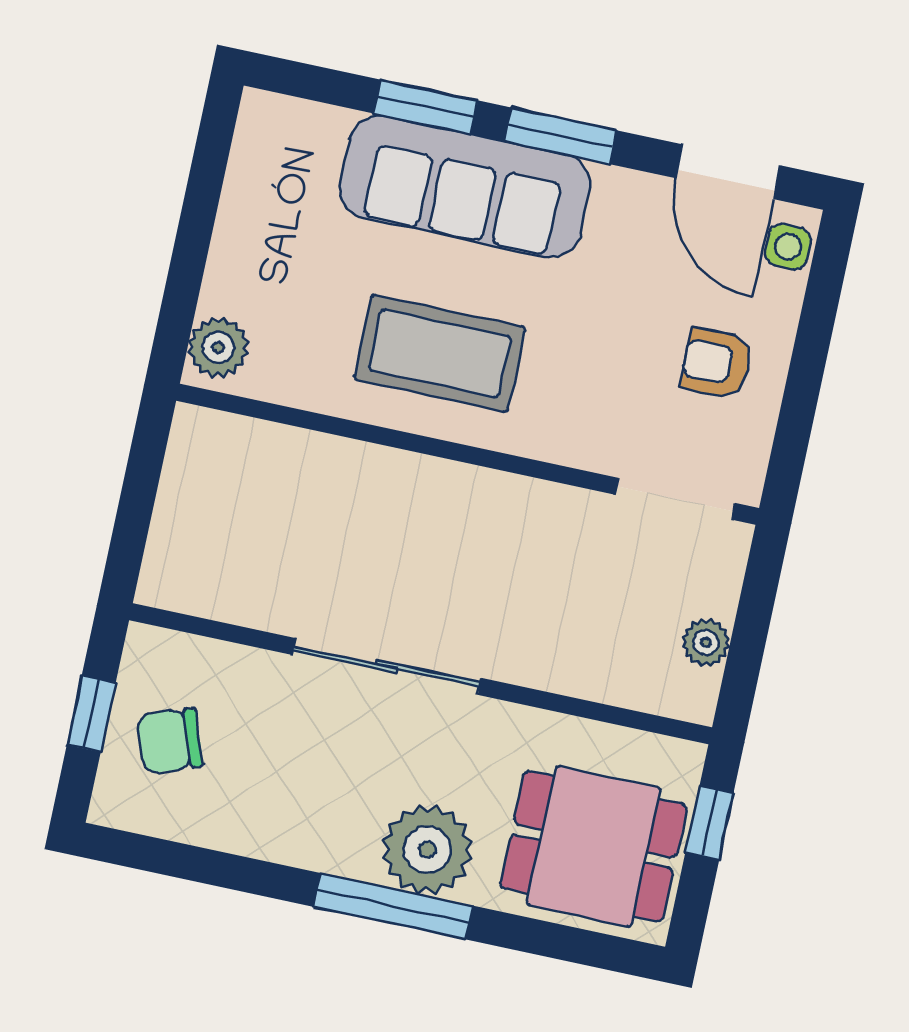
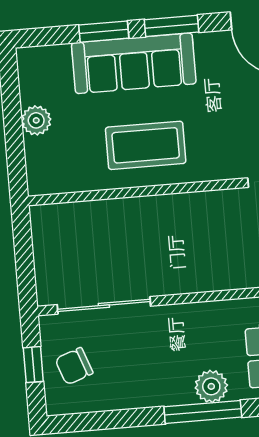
plant: (218, 347) -> (36, 120), moved
sliding door: (387, 666) -> (104, 305), moved
plant: (427, 850) -> (211, 386), width x0.73, depth x0.73

